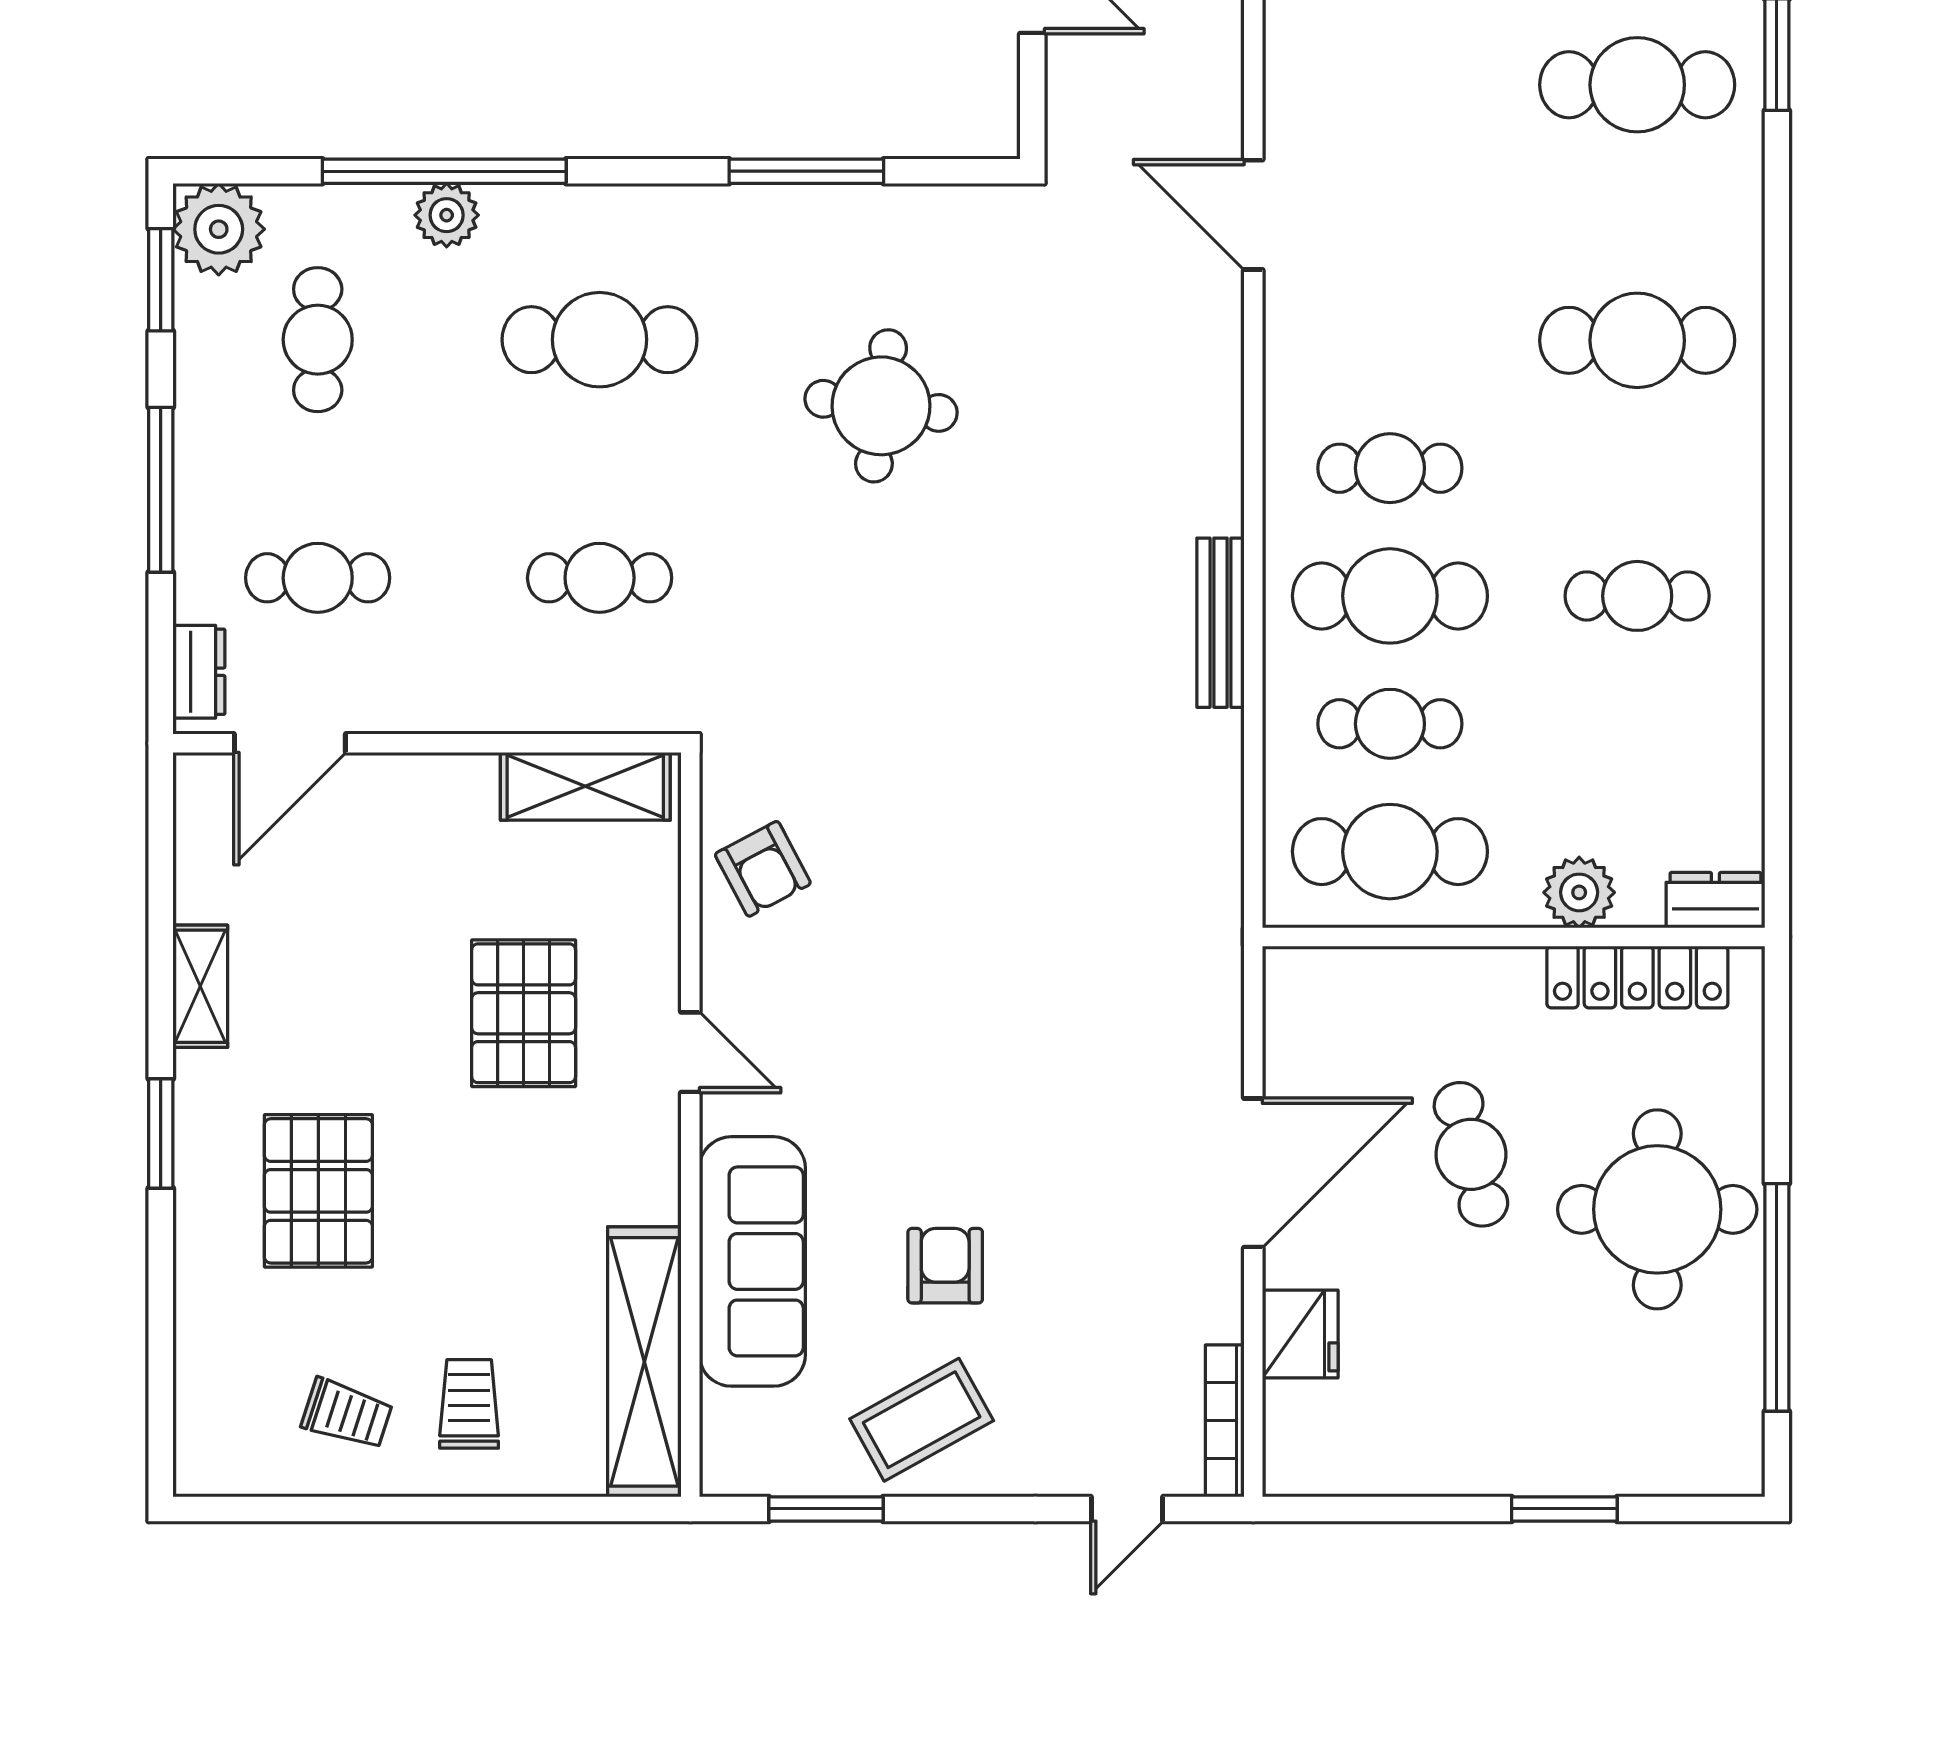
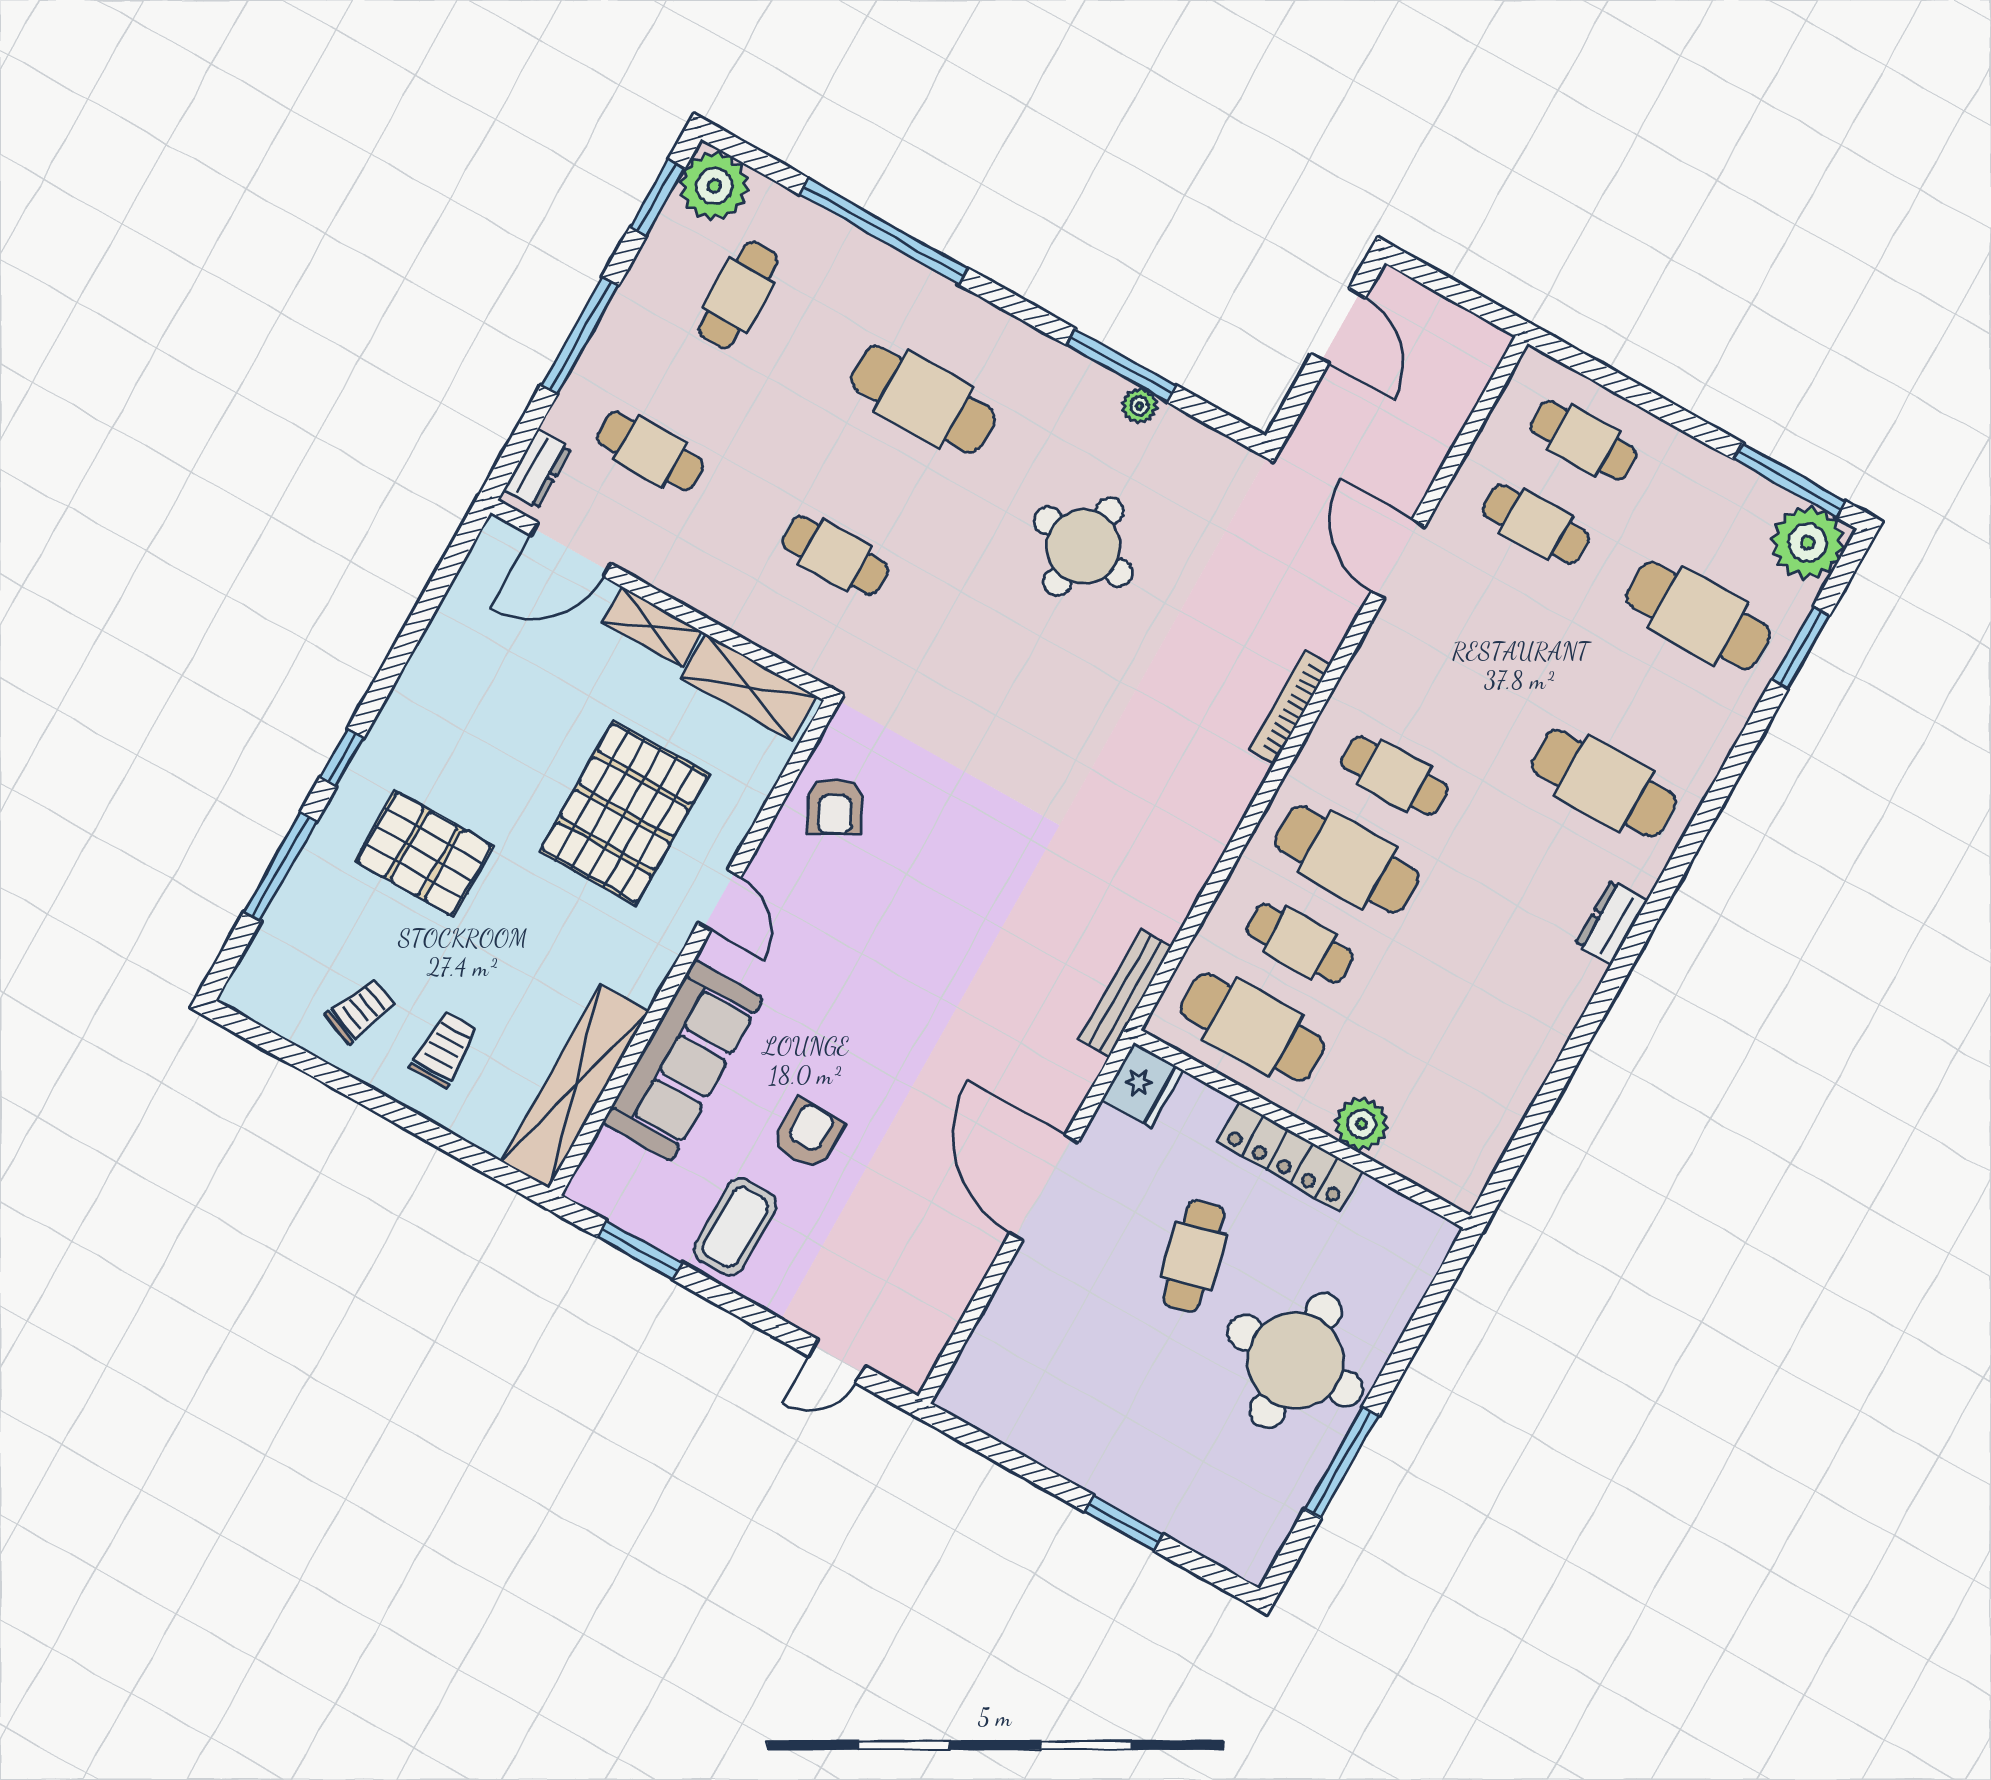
plant: (447, 215) -> (1139, 406), moved, width x0.73, depth x0.73
cafe table: (1637, 596) -> (1536, 524), moved
bench: (1221, 623) -> (1125, 993), moved
dresser: (1715, 900) -> (1611, 922), moved, turned -90
locker: (1637, 977) -> (1290, 1157), moved
shelving: (200, 986) -> (652, 627), moved, turned 90
pallet: (524, 1013) -> (624, 813), width x1.37, depth x1.41
window: (161, 1134) -> (342, 758), width x0.67
door: (1253, 1173) -> (1044, 1188), swing flipped
pallet: (318, 1191) -> (424, 854), turned 90
window: (1777, 1297) -> (1342, 1463), width x0.68
window: (161, 1300) -> (280, 867), added
fridge: (1300, 1334) -> (1142, 1085), moved
trolley: (347, 1414) -> (360, 1011), turned -86
coffee table: (922, 1420) -> (735, 1227), turned -61
bookcase: (1225, 1421) -> (1290, 707), moved

